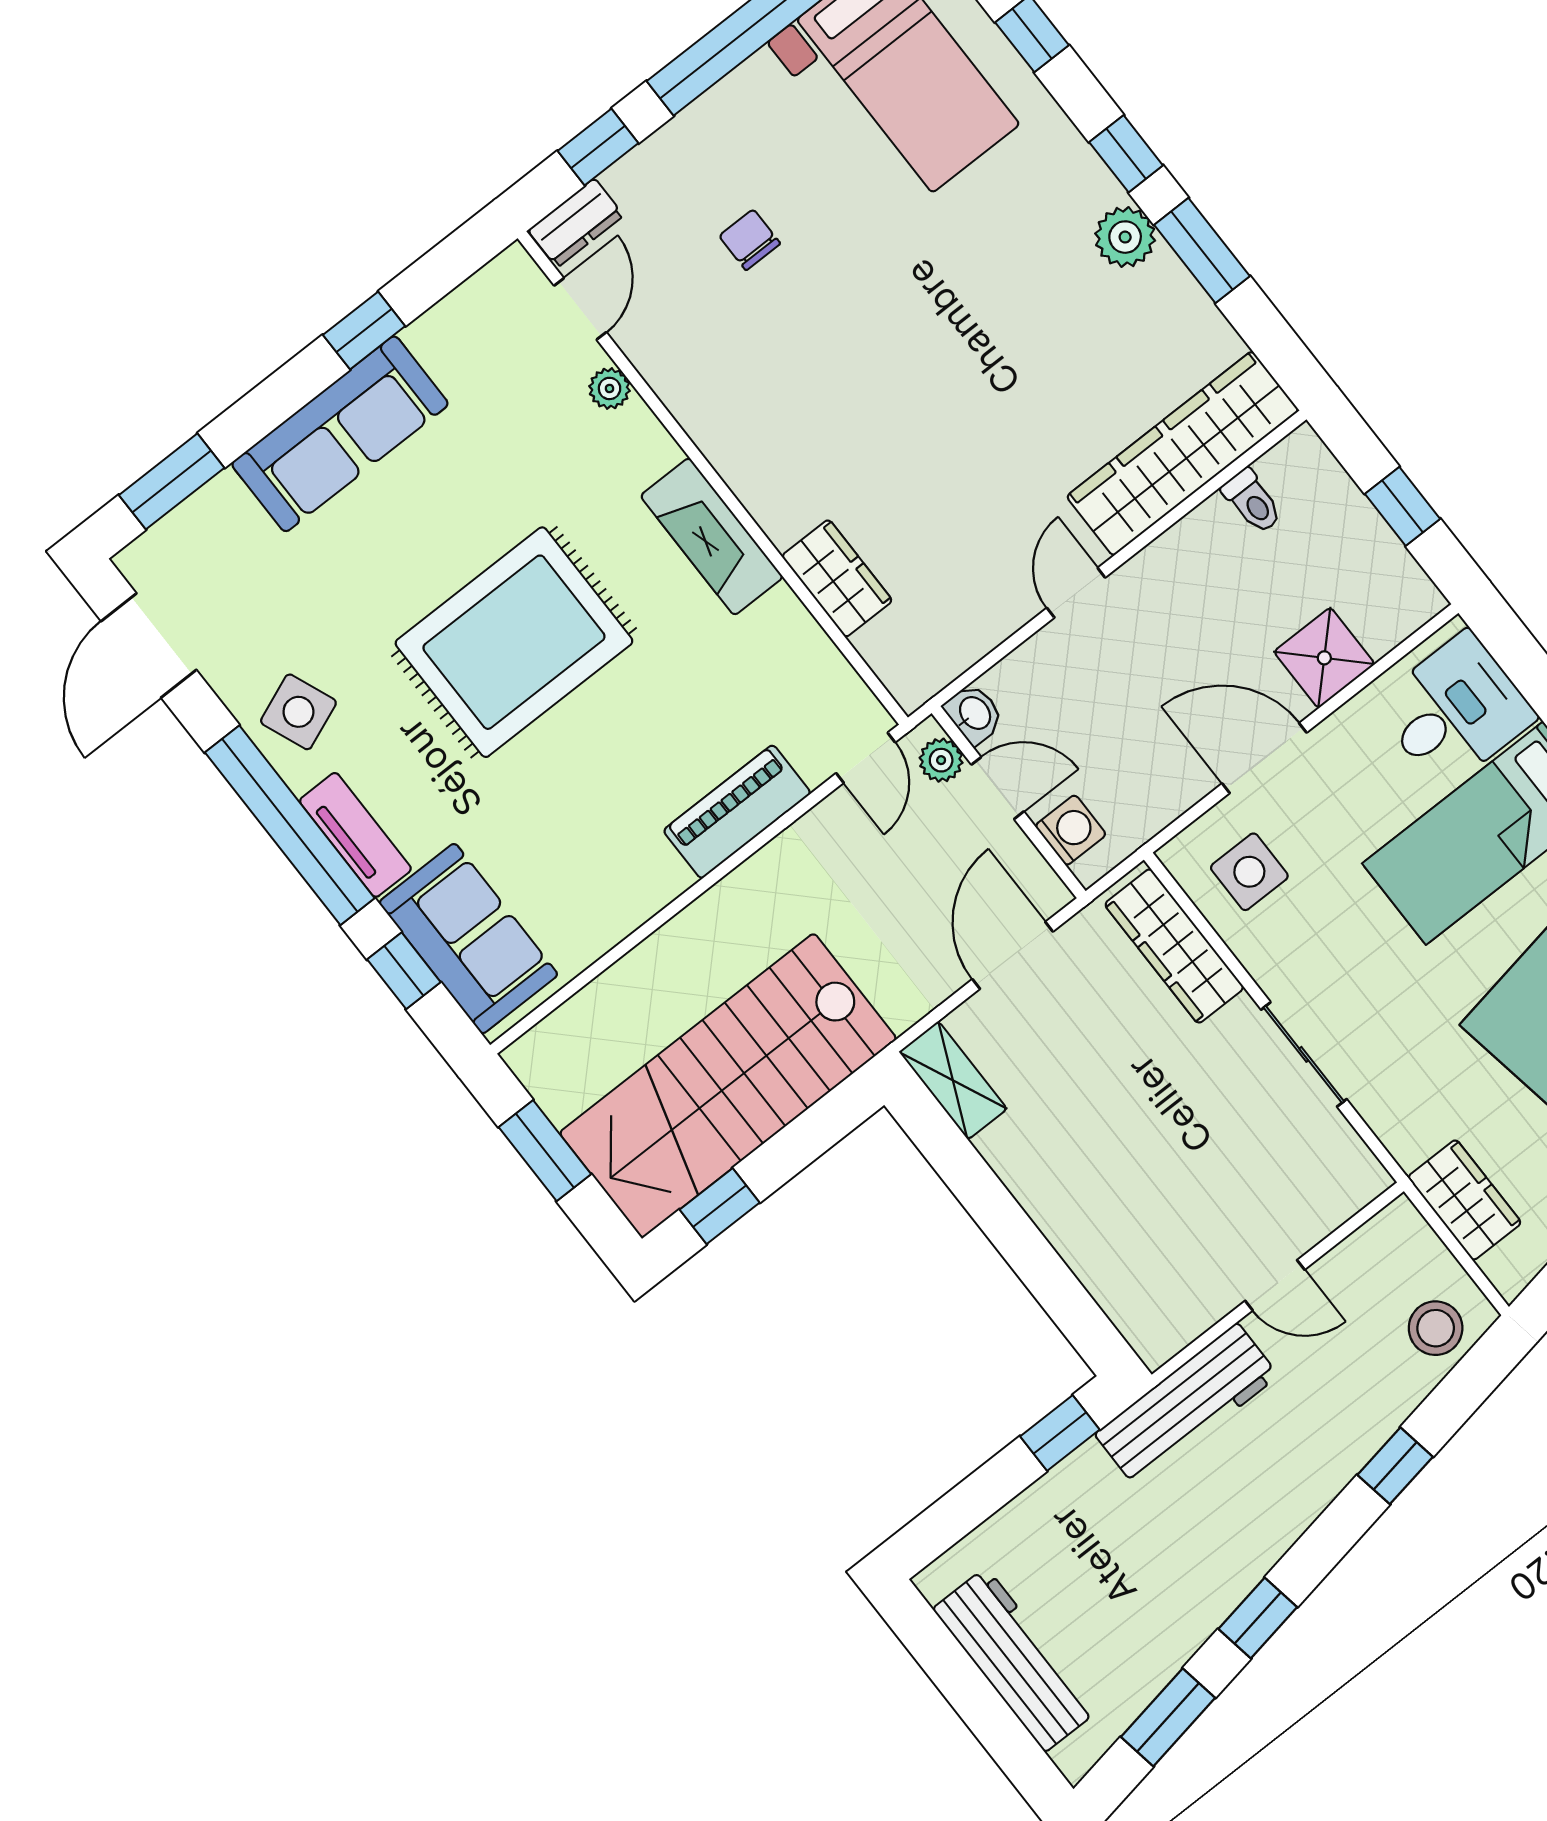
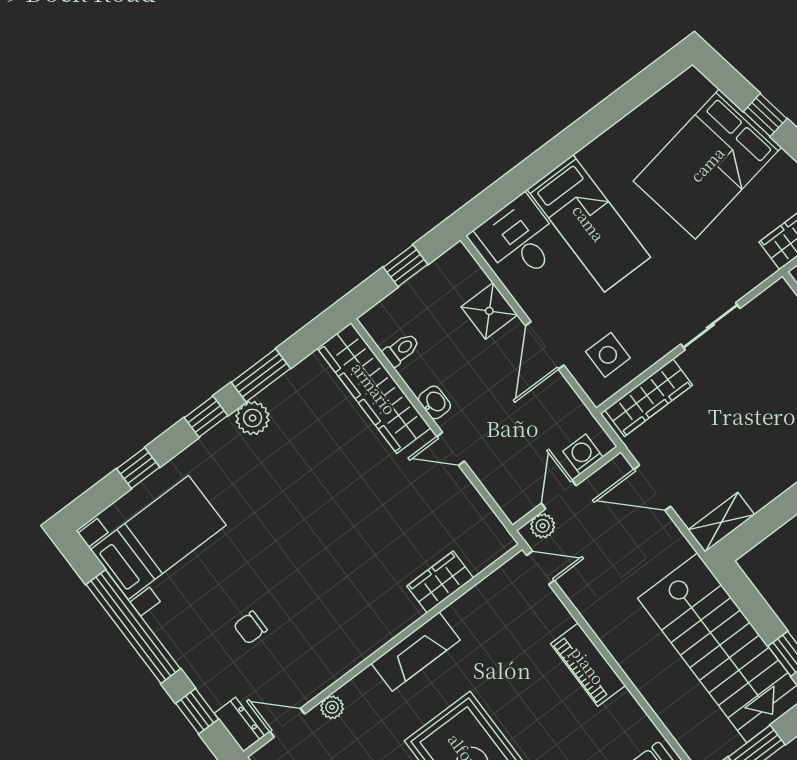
washbasin: (974, 714) -> (434, 402), moved, turned 90
piano: (737, 812) -> (588, 665), moved

